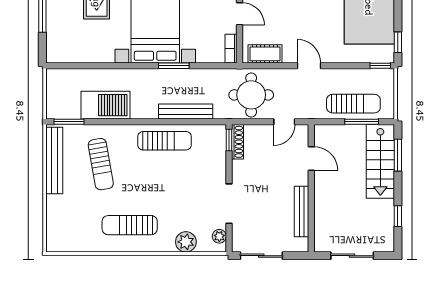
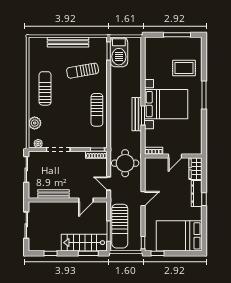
cot: (265, 54) -> (150, 172), removed
sun lounger: (353, 104) -> (120, 226), width x1.36, depth x1.34
barbecue: (105, 105) -> (119, 52), moved
bench: (186, 112) -> (137, 114), moved
bench: (54, 160) -> (68, 42), moved

